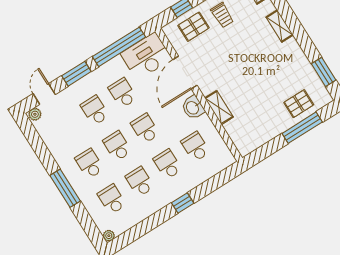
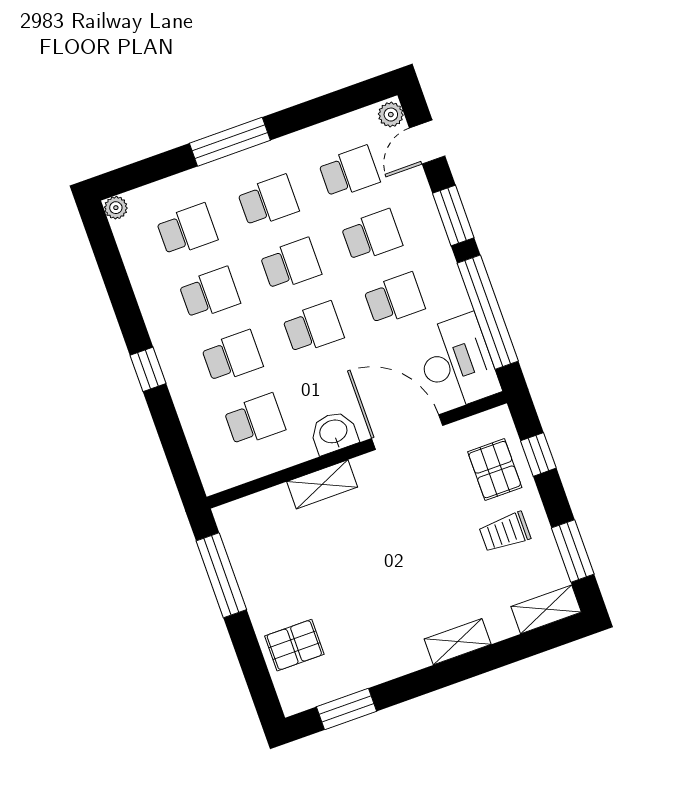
door: (44, 94) -> (427, 142), swing flipped
pallet: (299, 104) -> (294, 645), turned 90
school desk: (67, 128) -> (349, 172), added
window: (302, 128) -> (221, 575), moved

